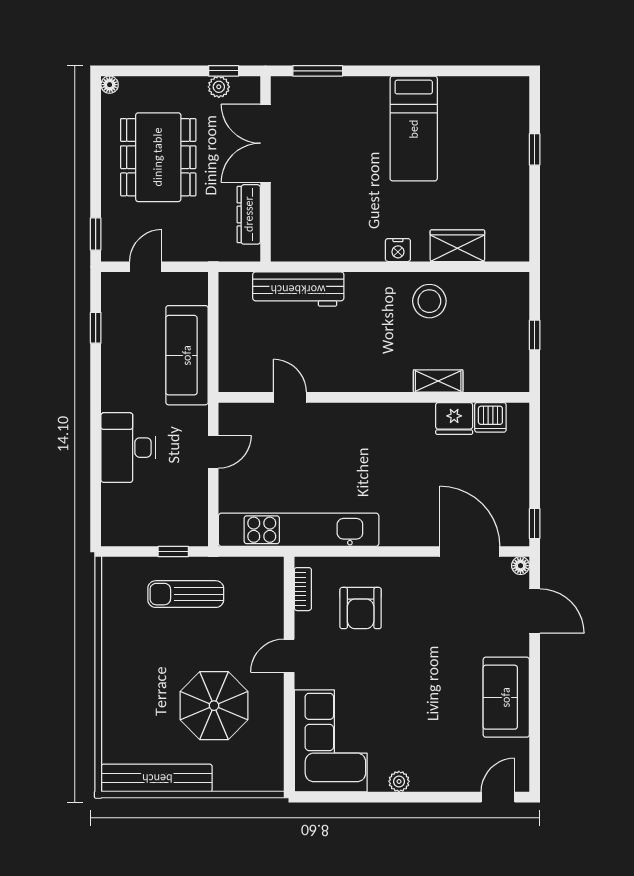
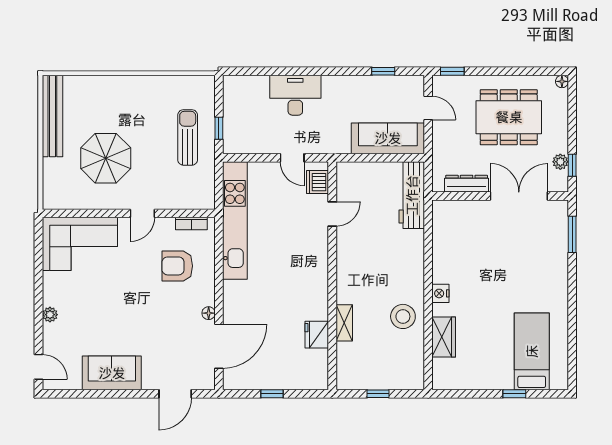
bed: (414, 129) -> (532, 351), moved, turned 90
workbench: (298, 289) -> (412, 195), moved
sofa: (187, 355) -> (388, 138), moved
dishwasher: (490, 417) -> (317, 182), moved
window: (535, 523) -> (272, 394), moved
floor lamp: (520, 566) -> (209, 313), moved
door: (289, 656) -> (142, 213), swing flipped
plant: (399, 781) -> (50, 315), moved

